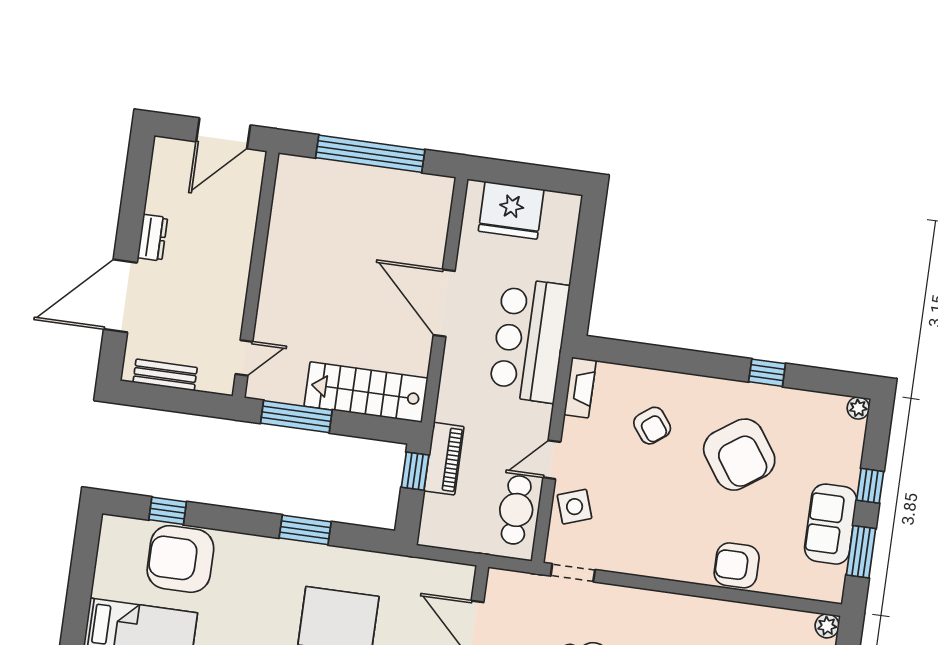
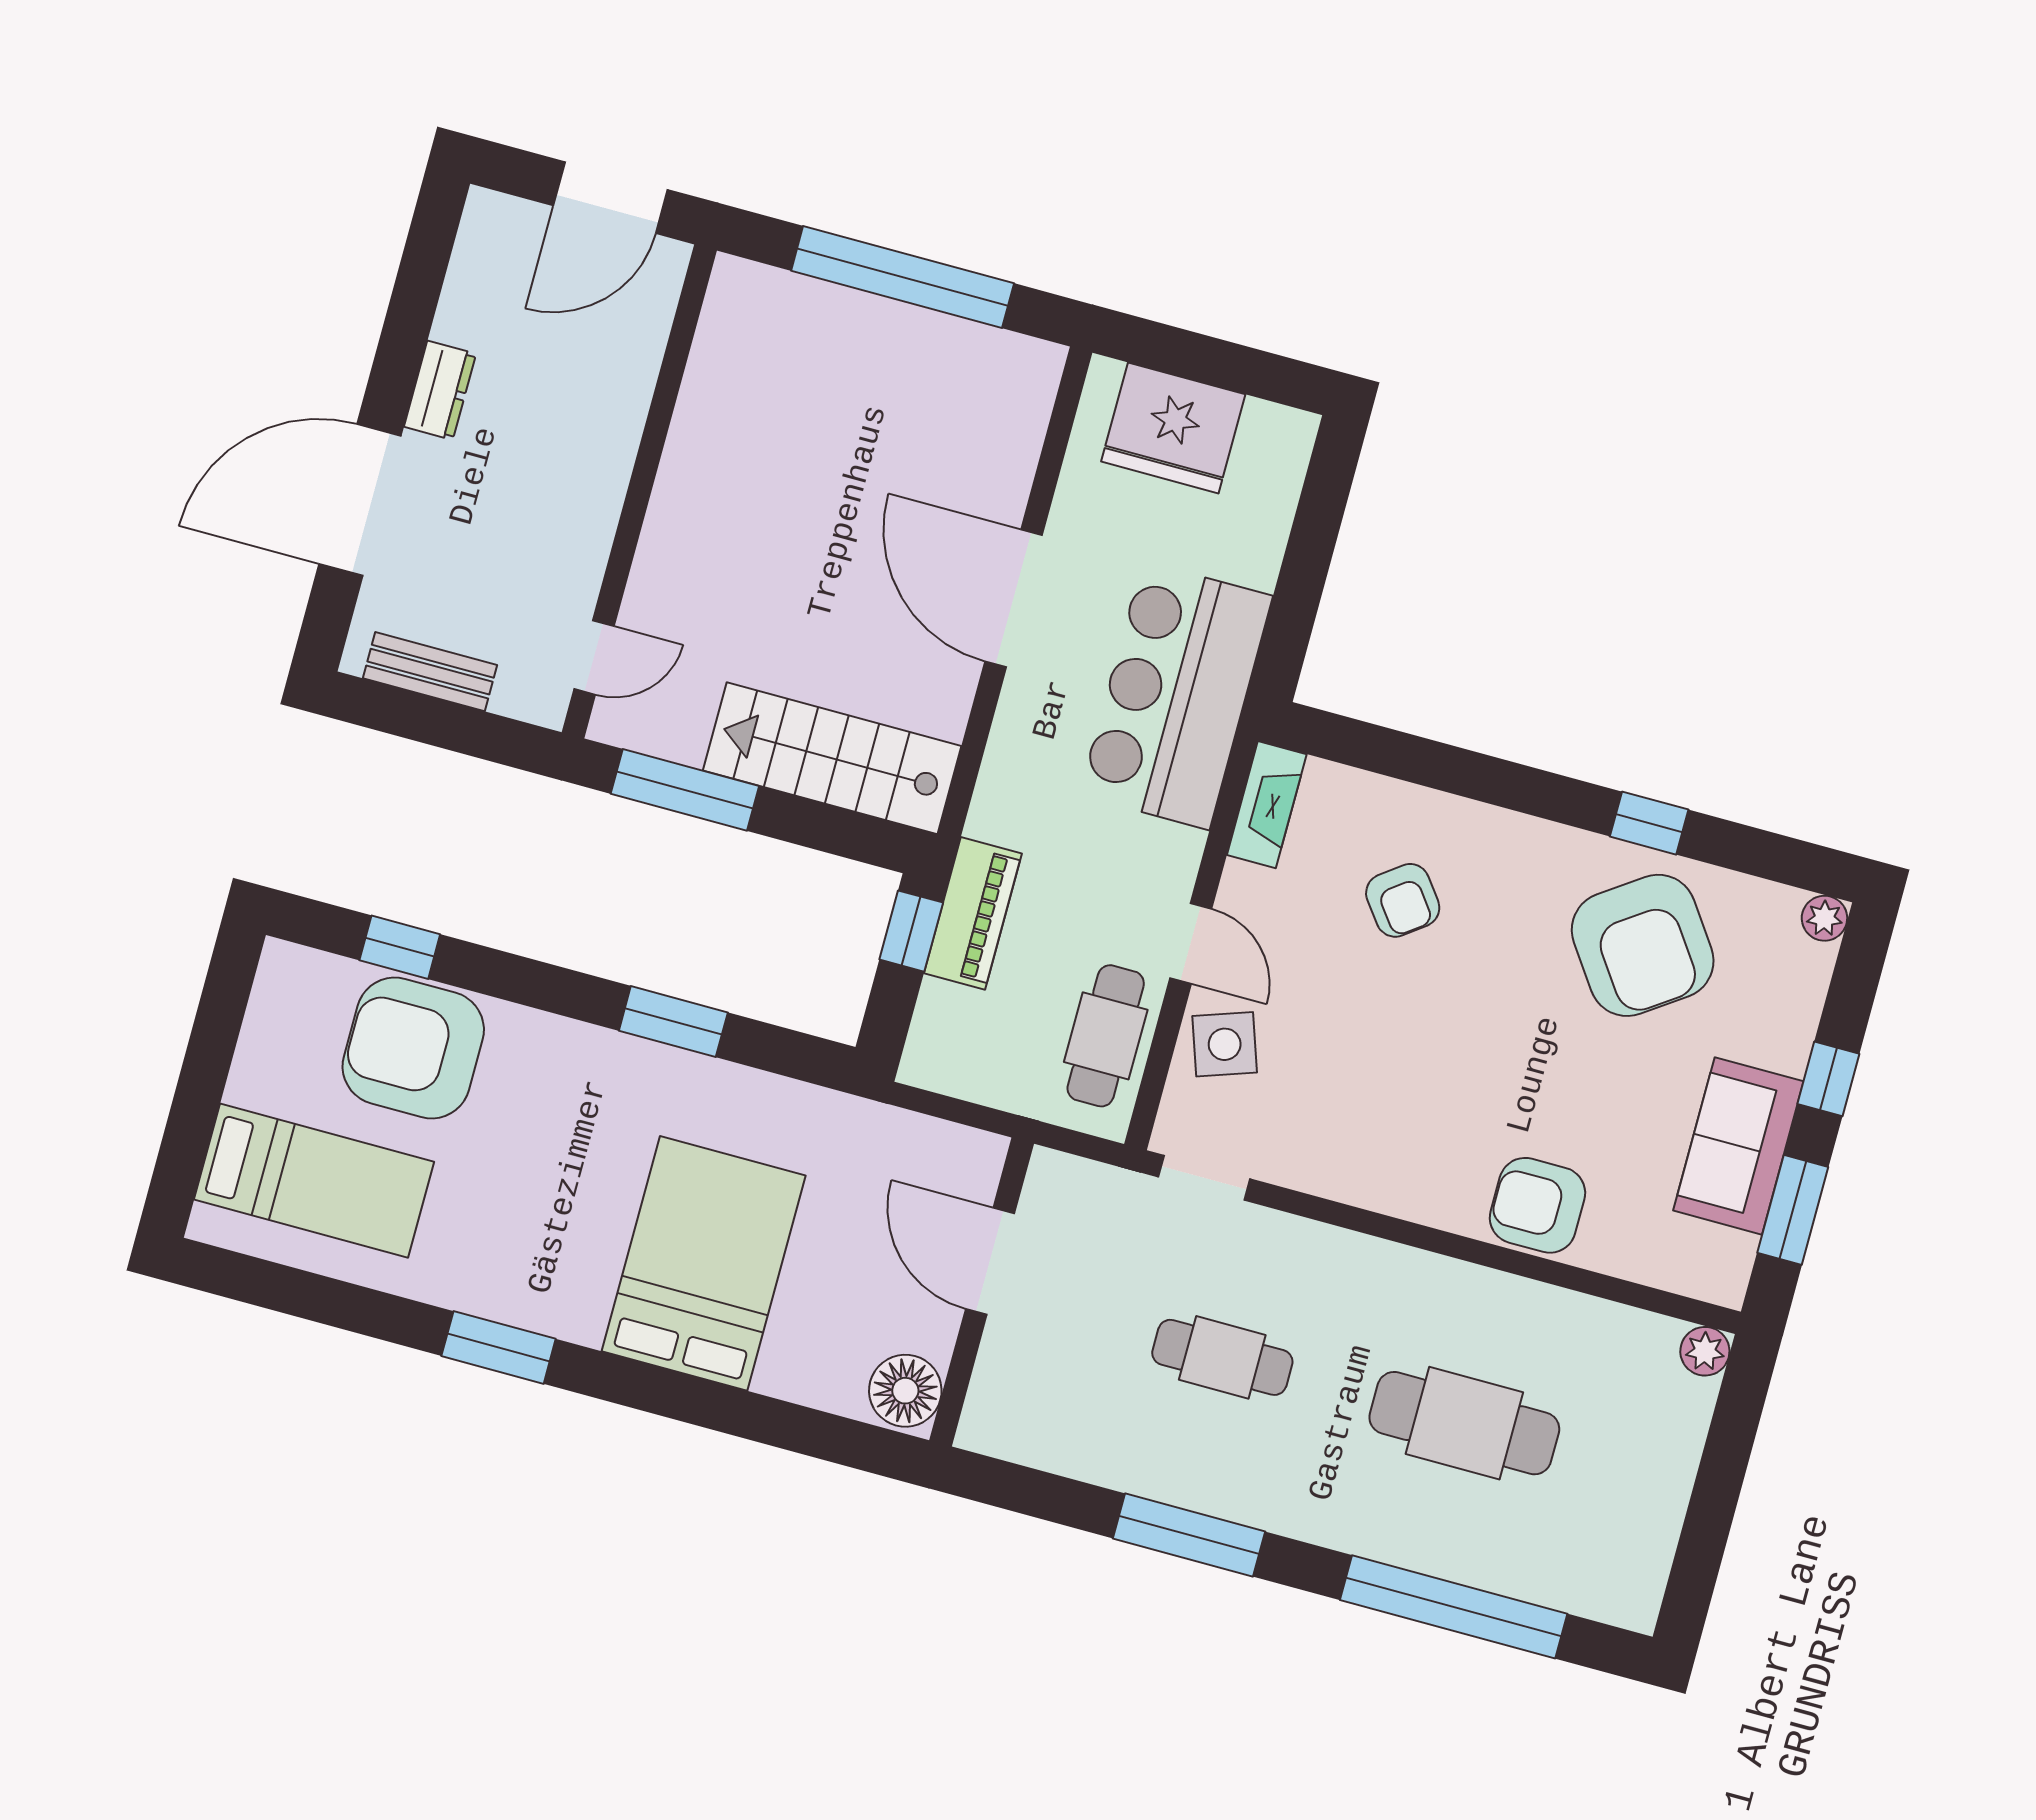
armchair: (739, 455) -> (1643, 945), moved
door: (552, 460) -> (1191, 943), swing flipped

